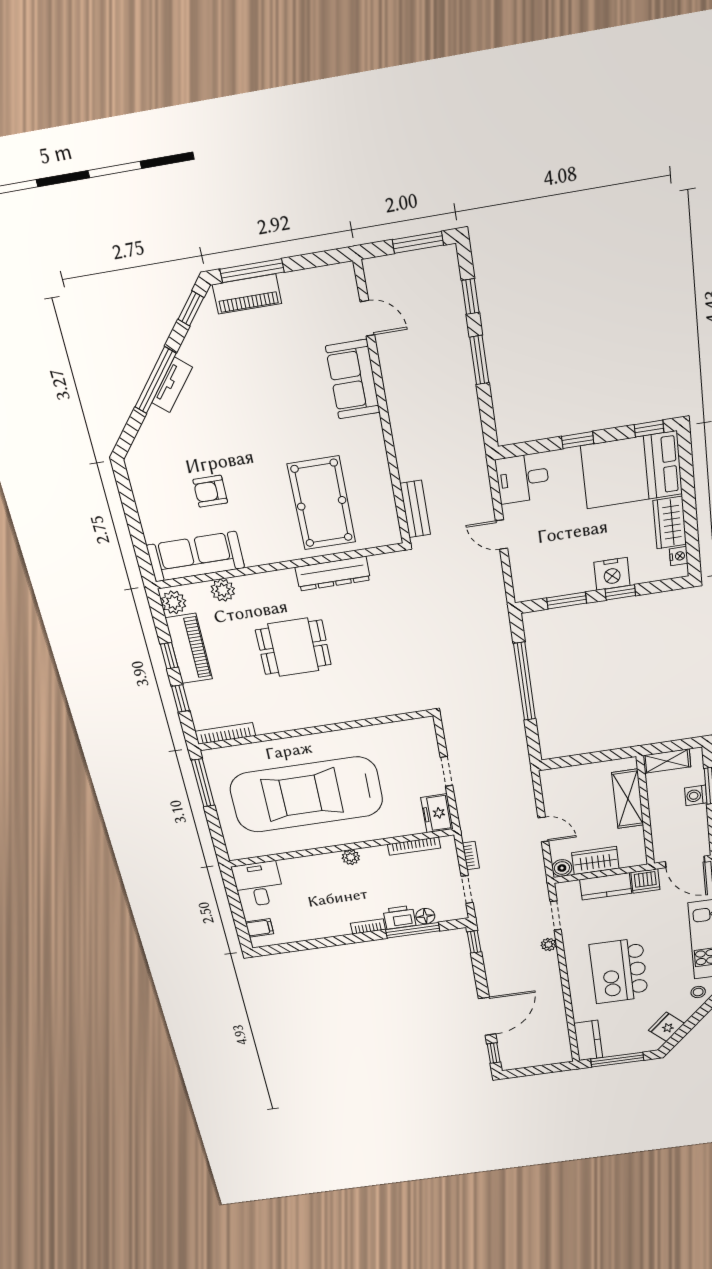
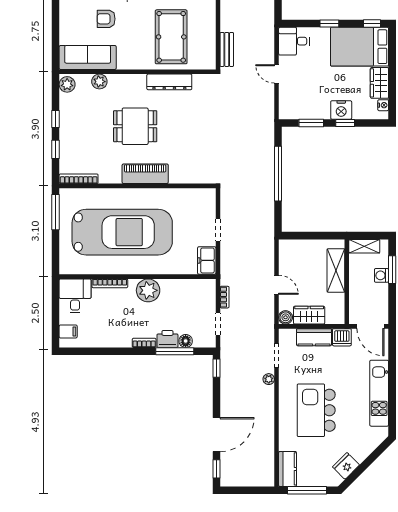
piano: (189, 649) -> (145, 174), moved, turned -90
car: (306, 795) -> (122, 232), turned 180
bookcase: (414, 846) -> (110, 283), moved
plant: (351, 857) -> (148, 290), width x1.88, depth x1.88
stool: (698, 992) -> (371, 438), removed

